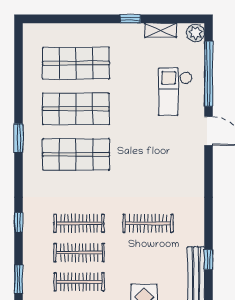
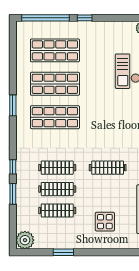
window: (63, 19) -> (45, 18), added
window: (130, 19) -> (85, 18), moved
shelving: (161, 30) -> (117, 26), removed
window: (18, 279) -> (13, 194), moved

